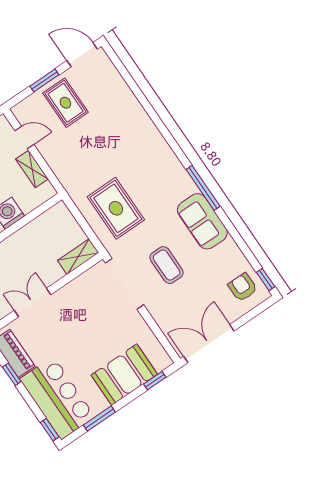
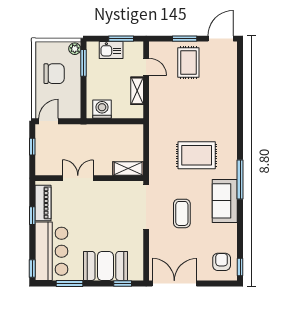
door: (82, 55) -> (221, 39), hinge flipped
rug: (116, 208) -> (197, 155), moved, turned 90

